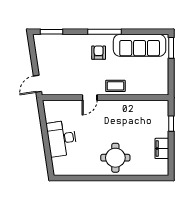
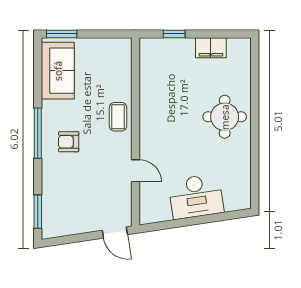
sofa: (140, 45) -> (58, 71), width x0.73
door: (90, 98) -> (135, 171), moved

